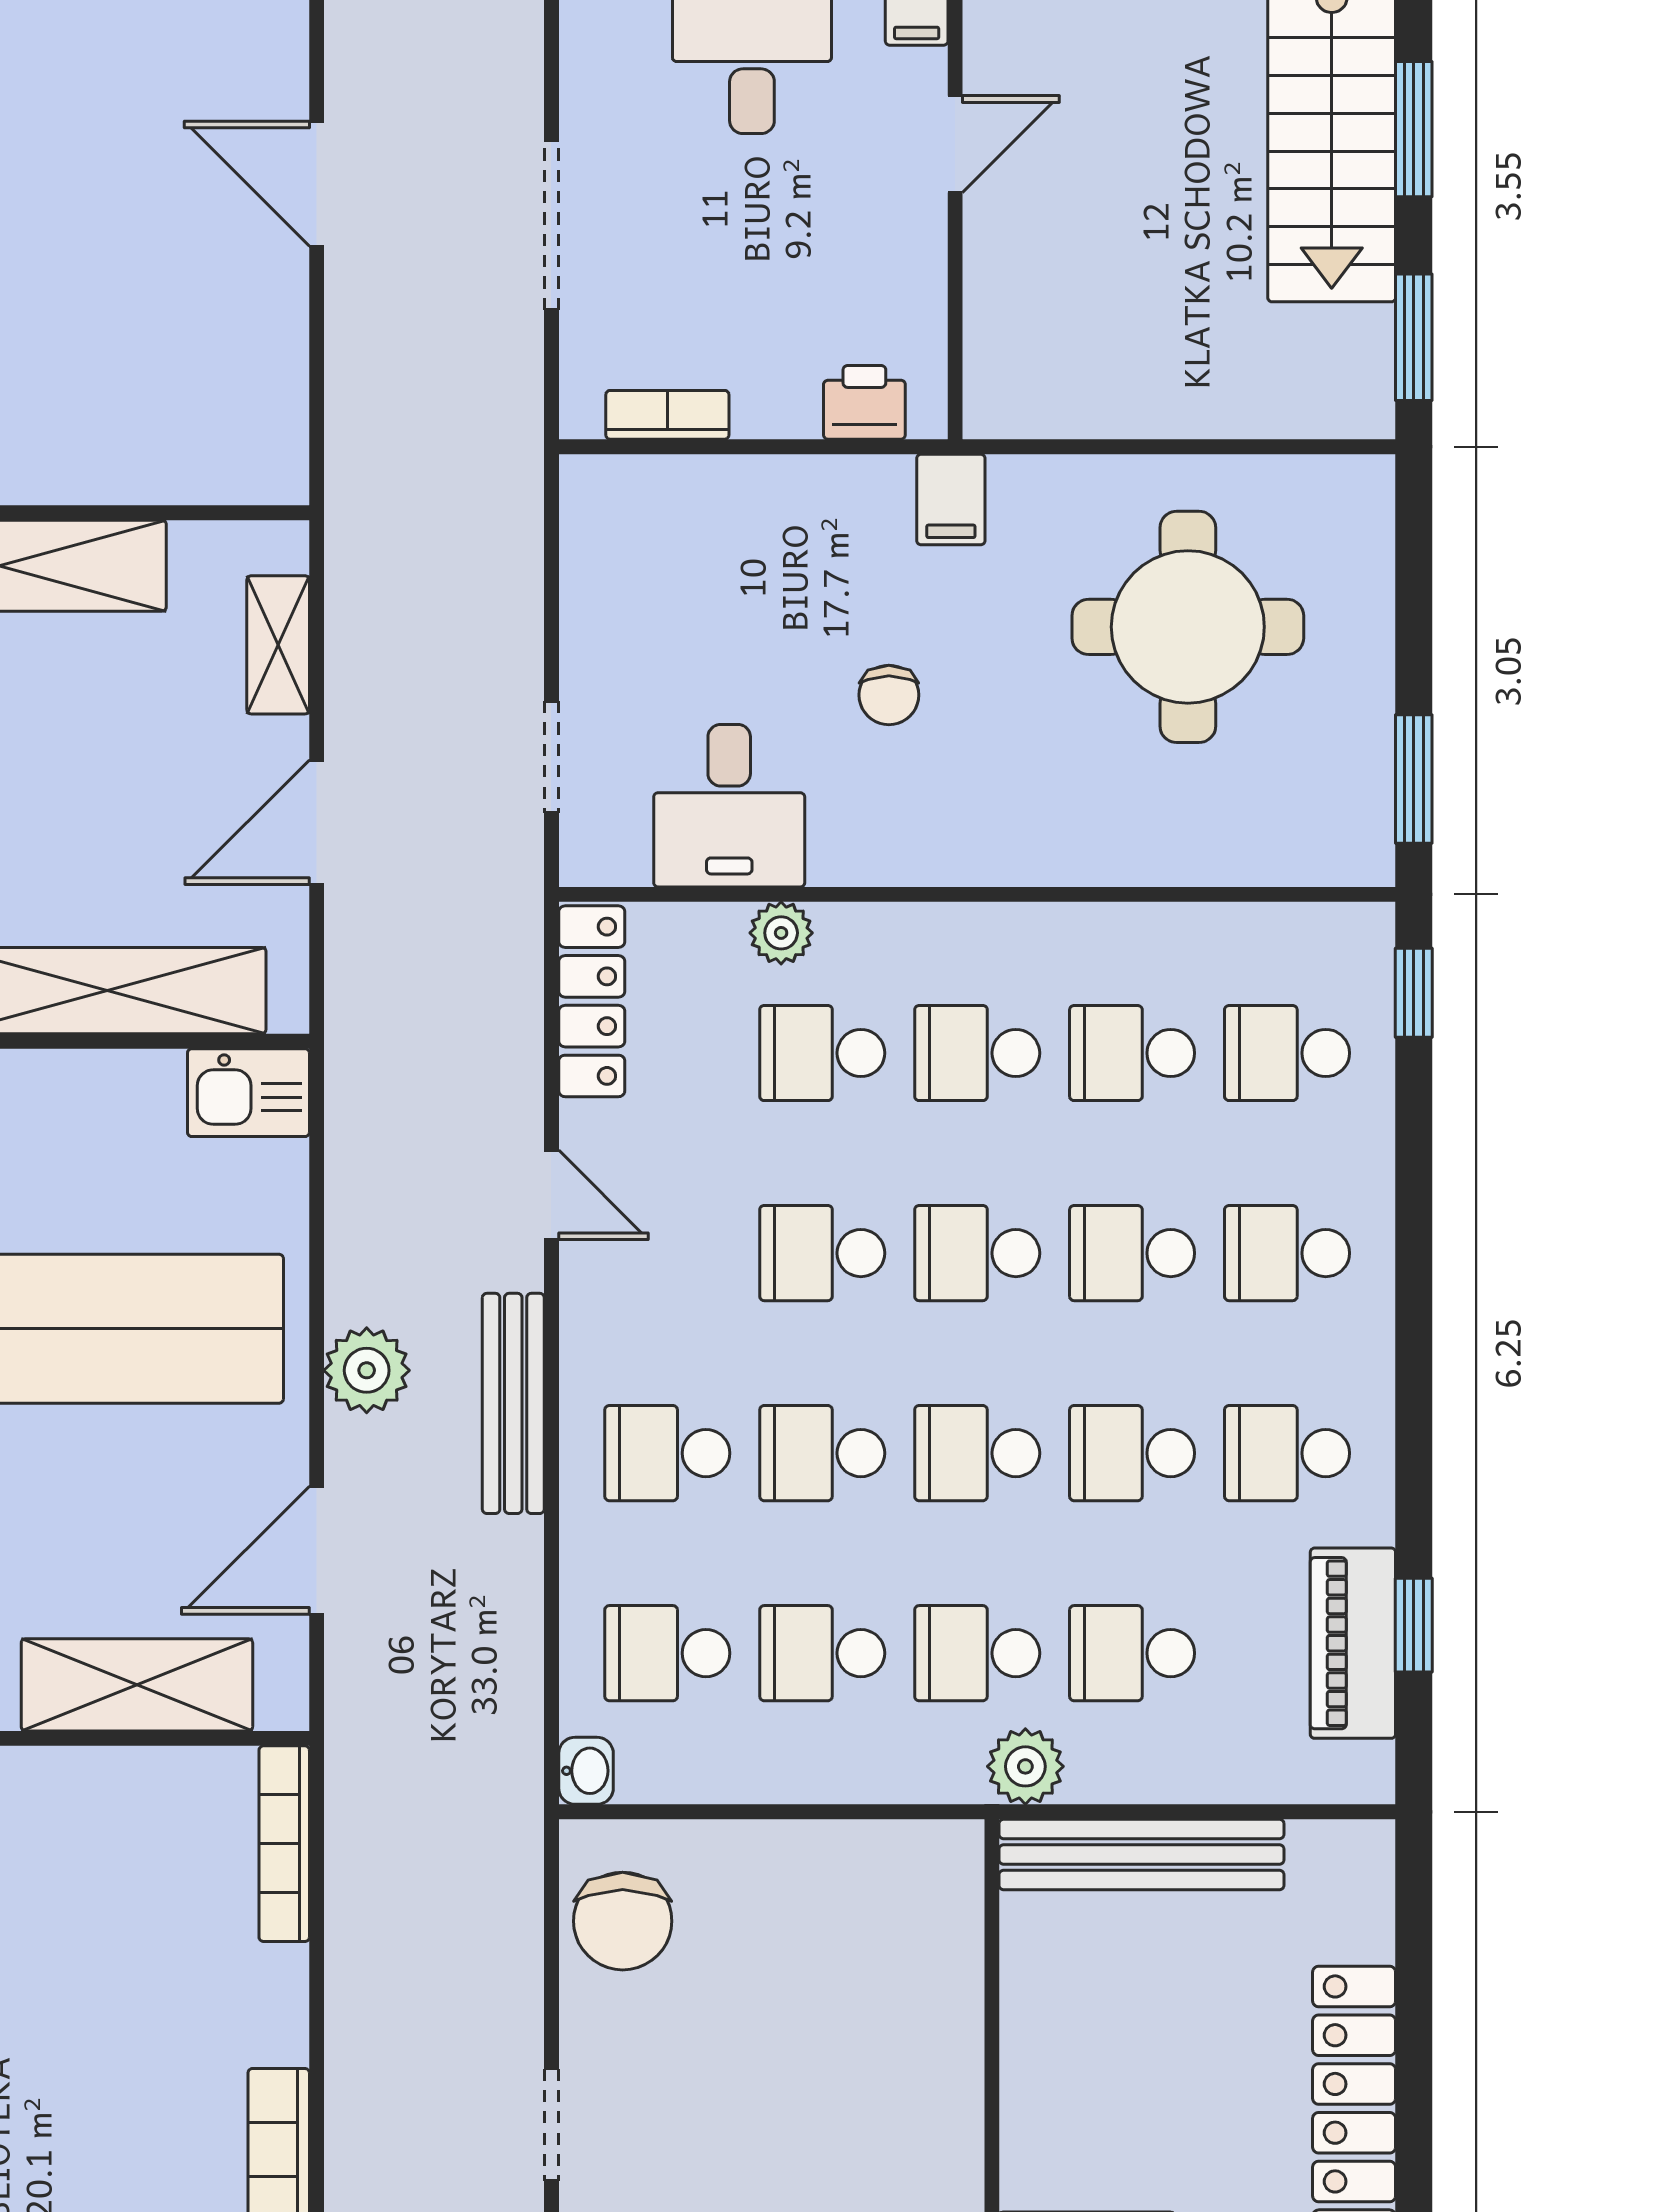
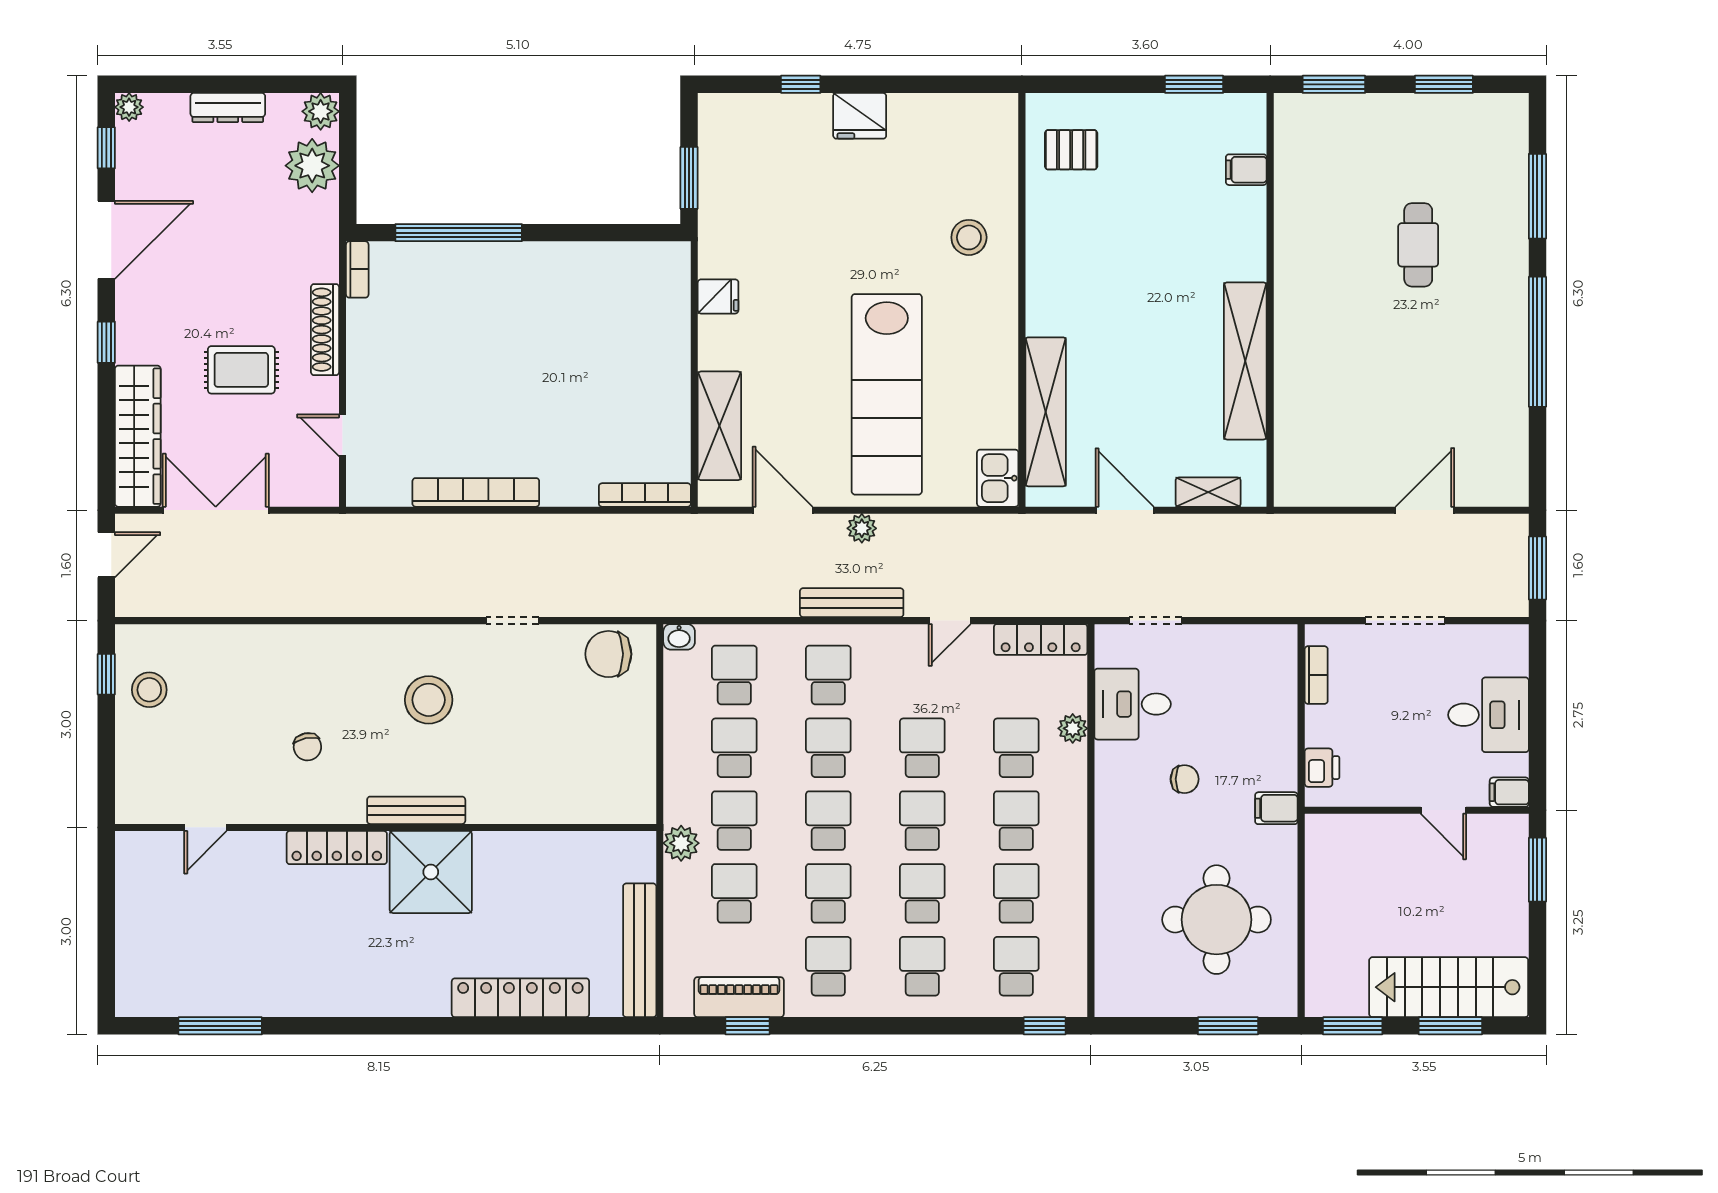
chair: (889, 695) -> (1185, 779), turned 180
window: (1414, 779) -> (1228, 1026), moved
plant: (367, 1370) -> (862, 528), width x0.73, depth x0.73
bench: (1141, 1855) -> (640, 950), moved

